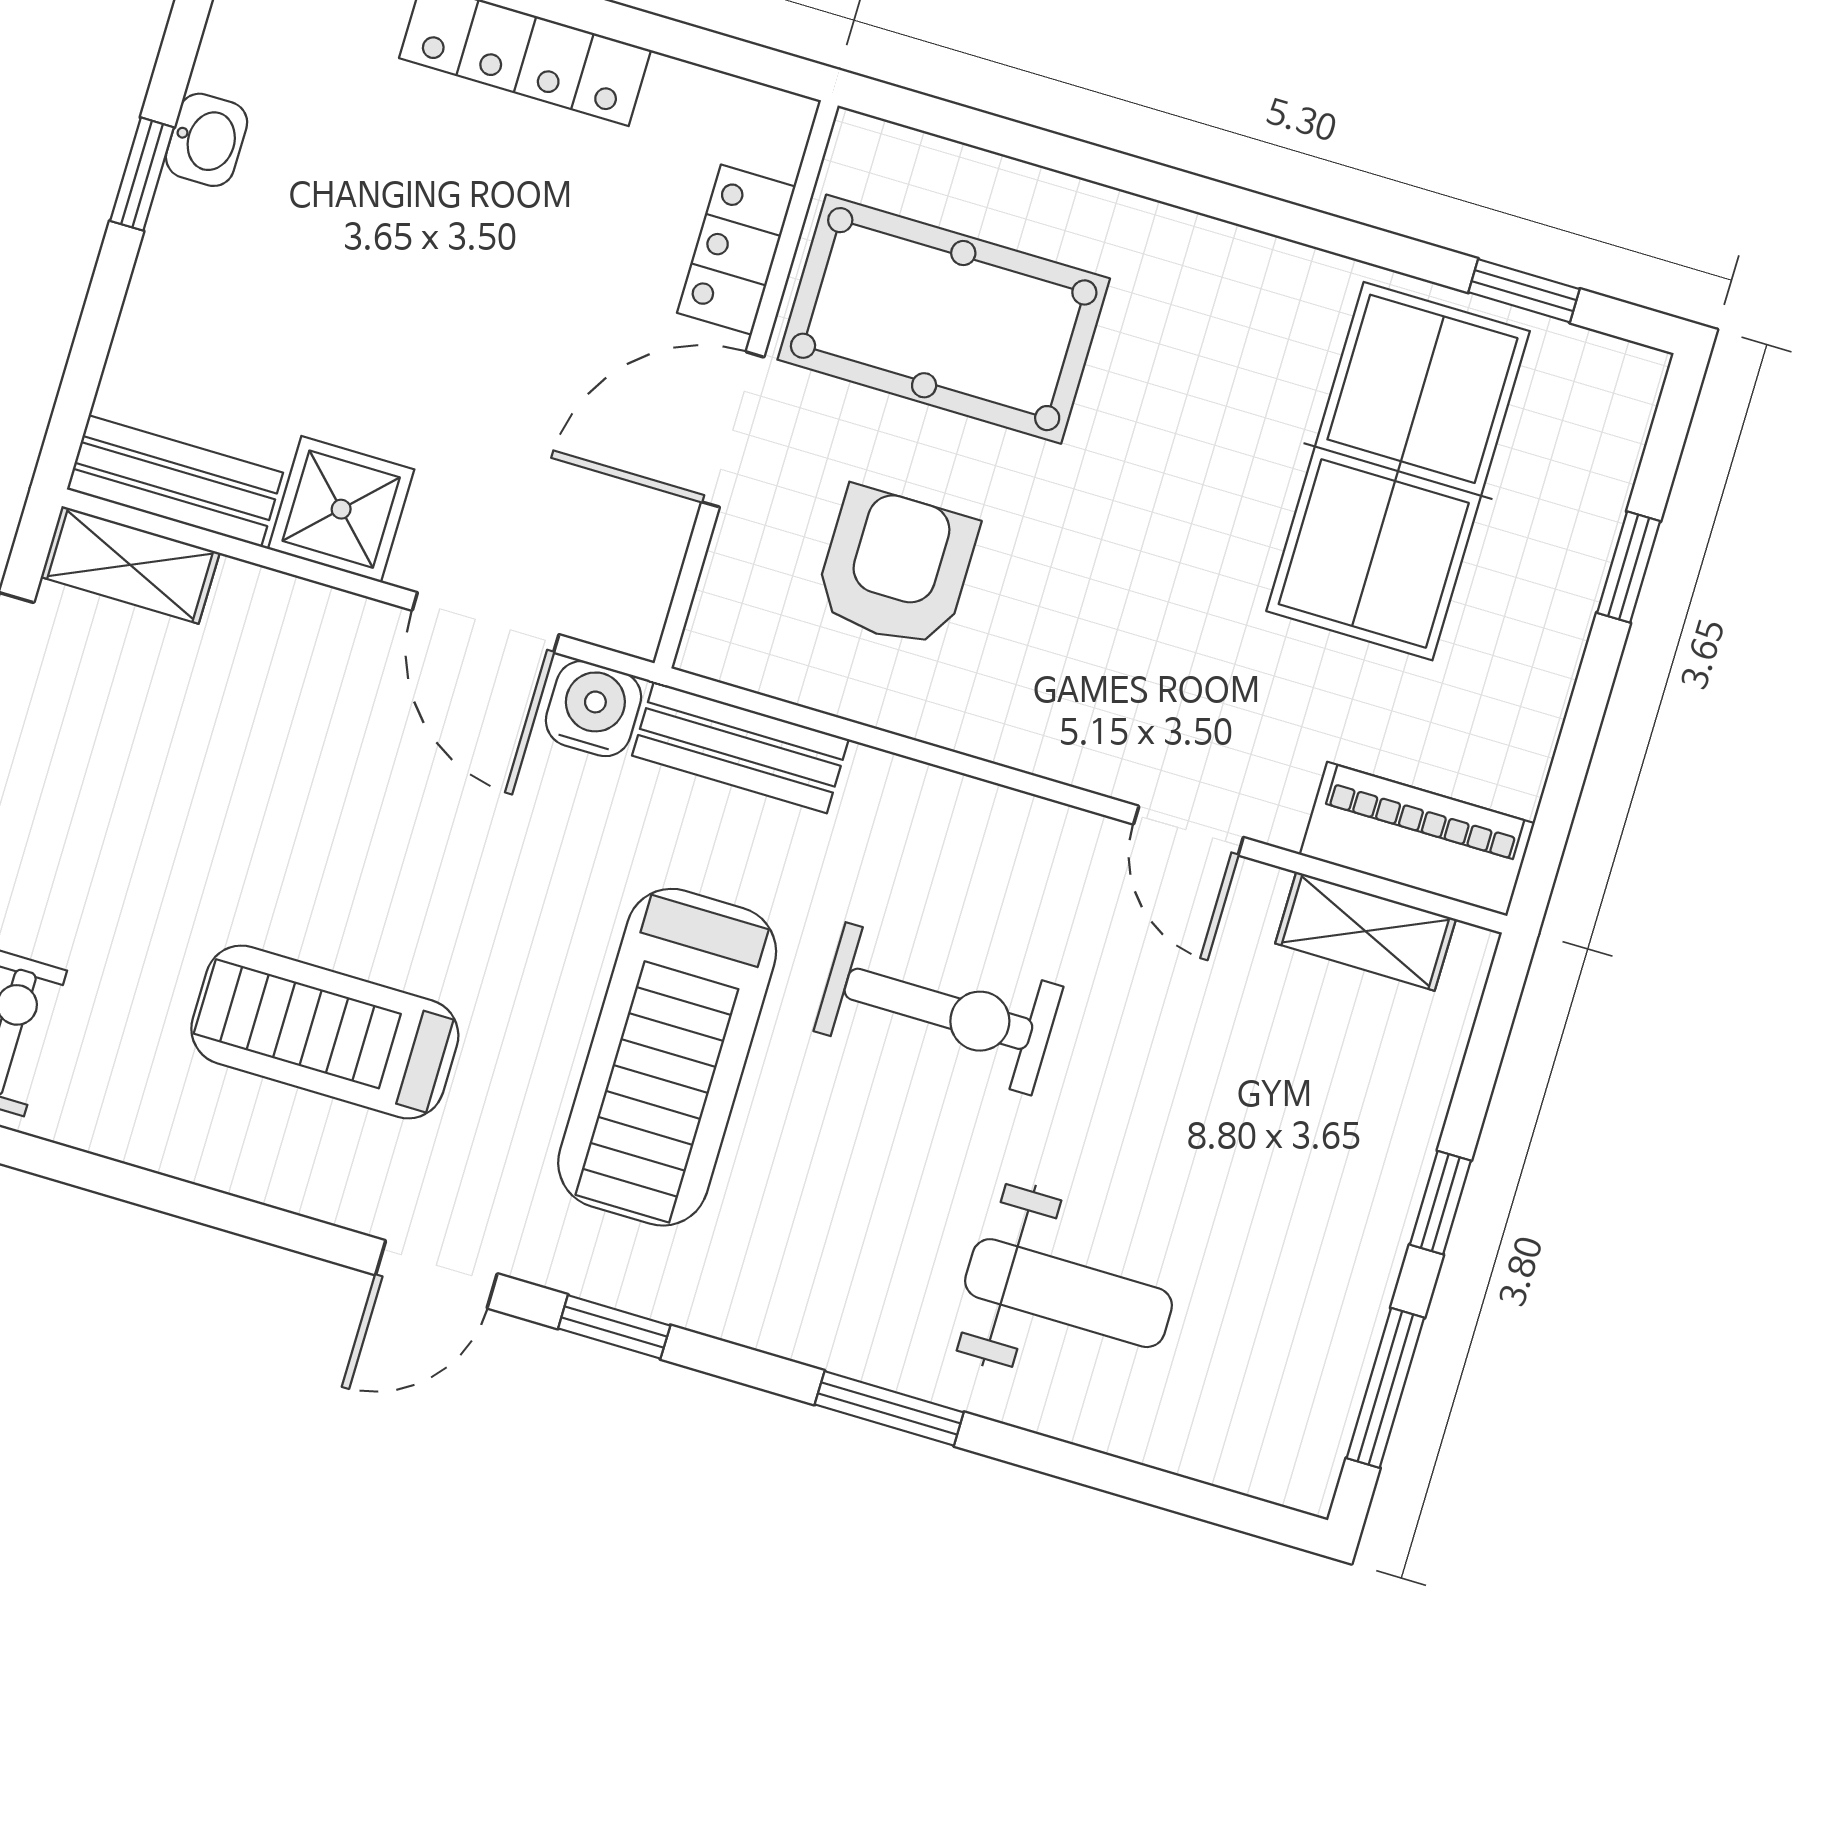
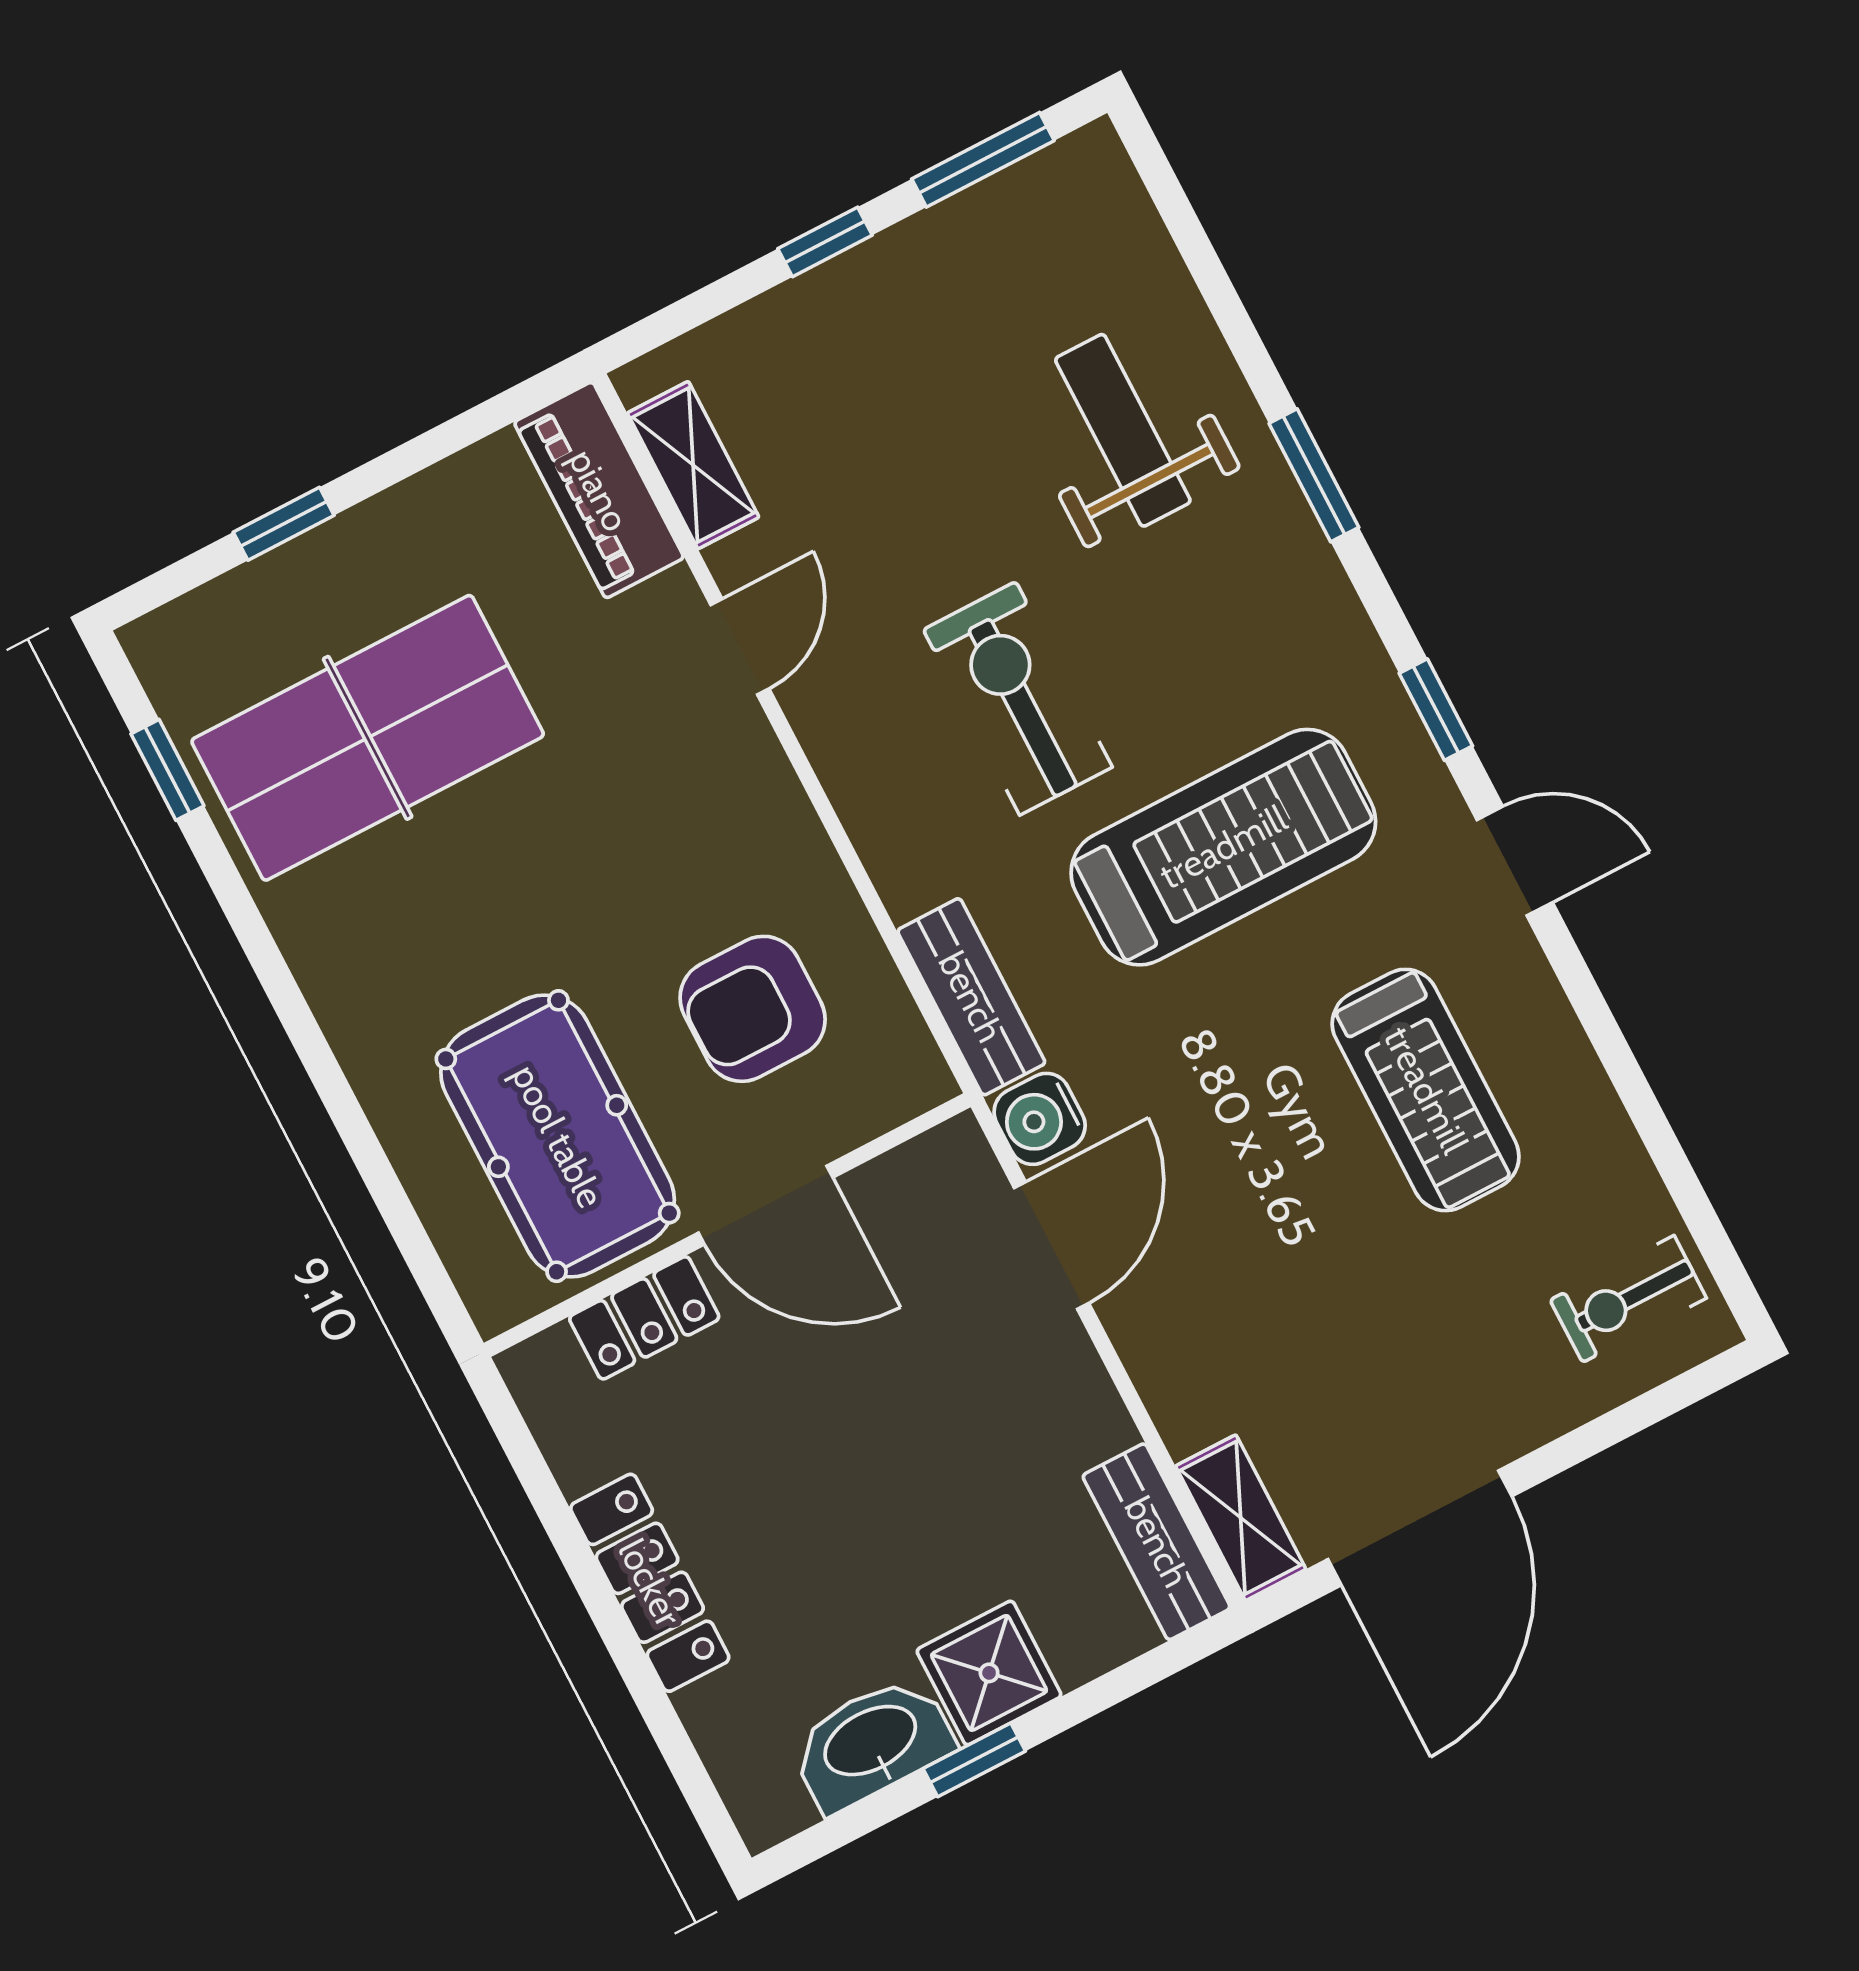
washbasin: (207, 140) -> (871, 1743), width x1.91, depth x1.45
shower: (341, 509) -> (989, 1673), moved

